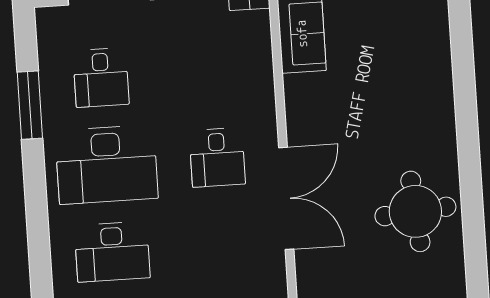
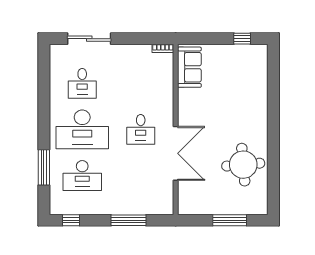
window: (30, 105) -> (44, 167), moved

